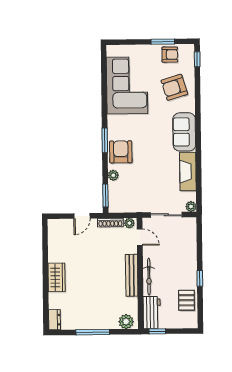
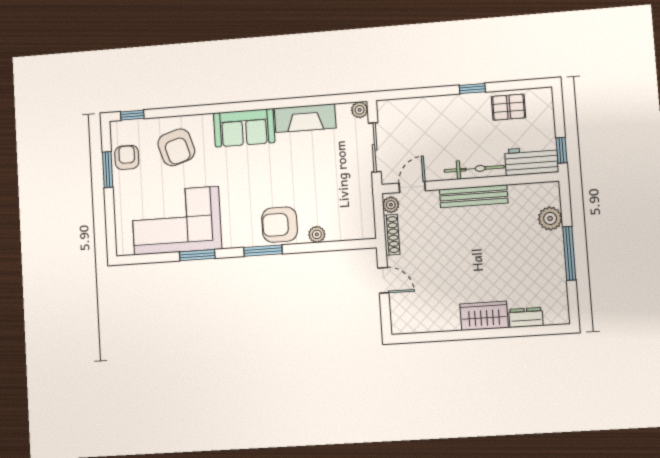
window: (105, 196) -> (197, 255), moved
dresser: (54, 320) -> (526, 317), moved
plant: (126, 322) -> (550, 218), moved

